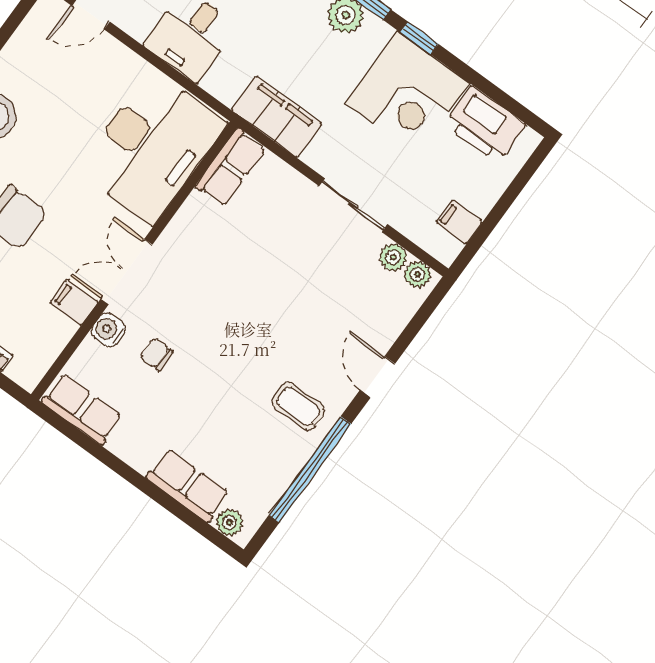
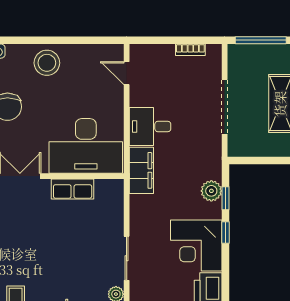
filing cabinet: (276, 117) -> (141, 170), moved
row of seats: (230, 167) -> (73, 189), moved

